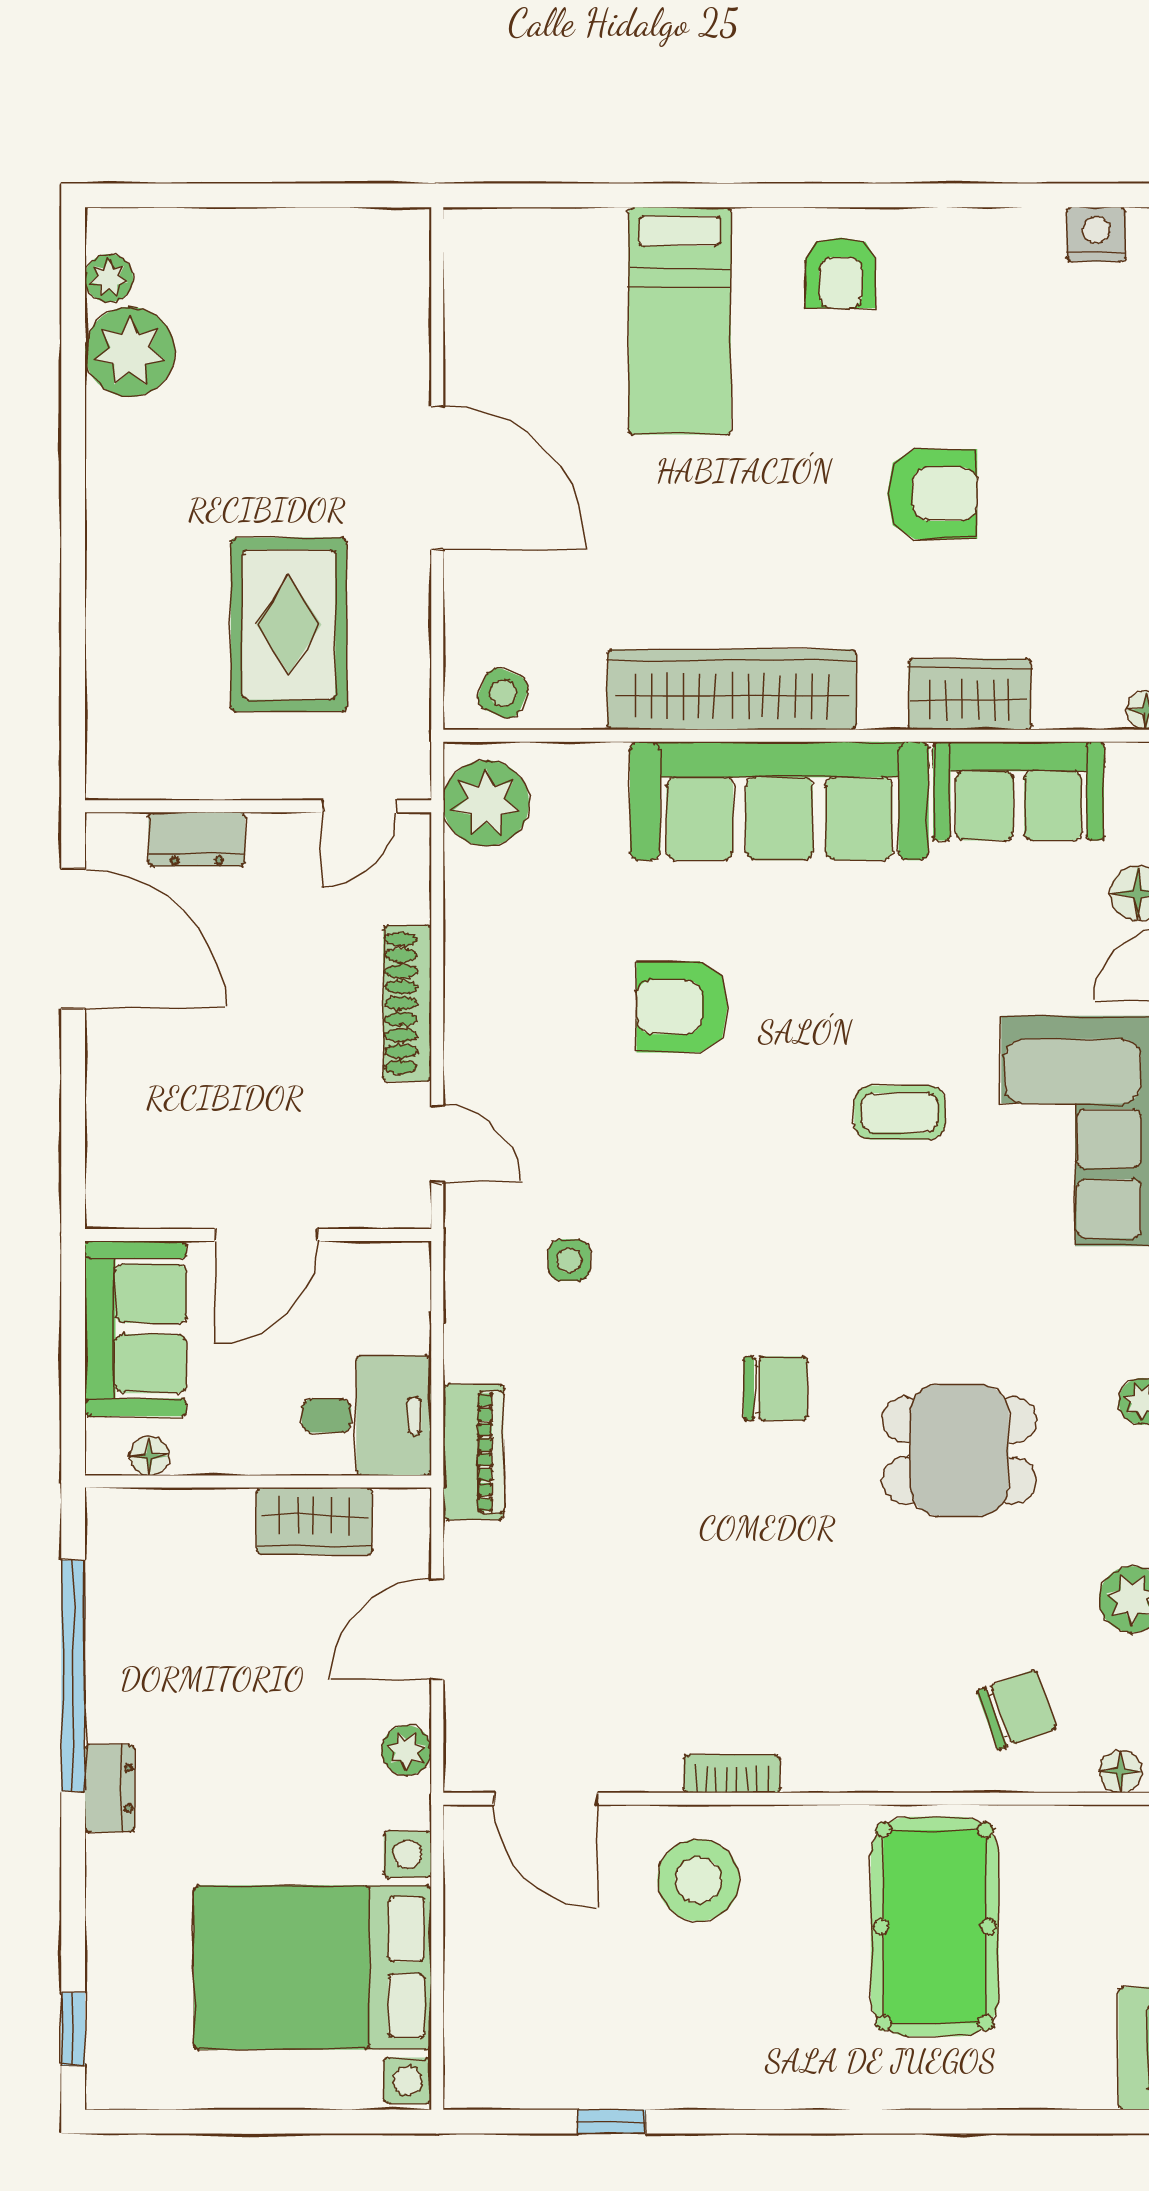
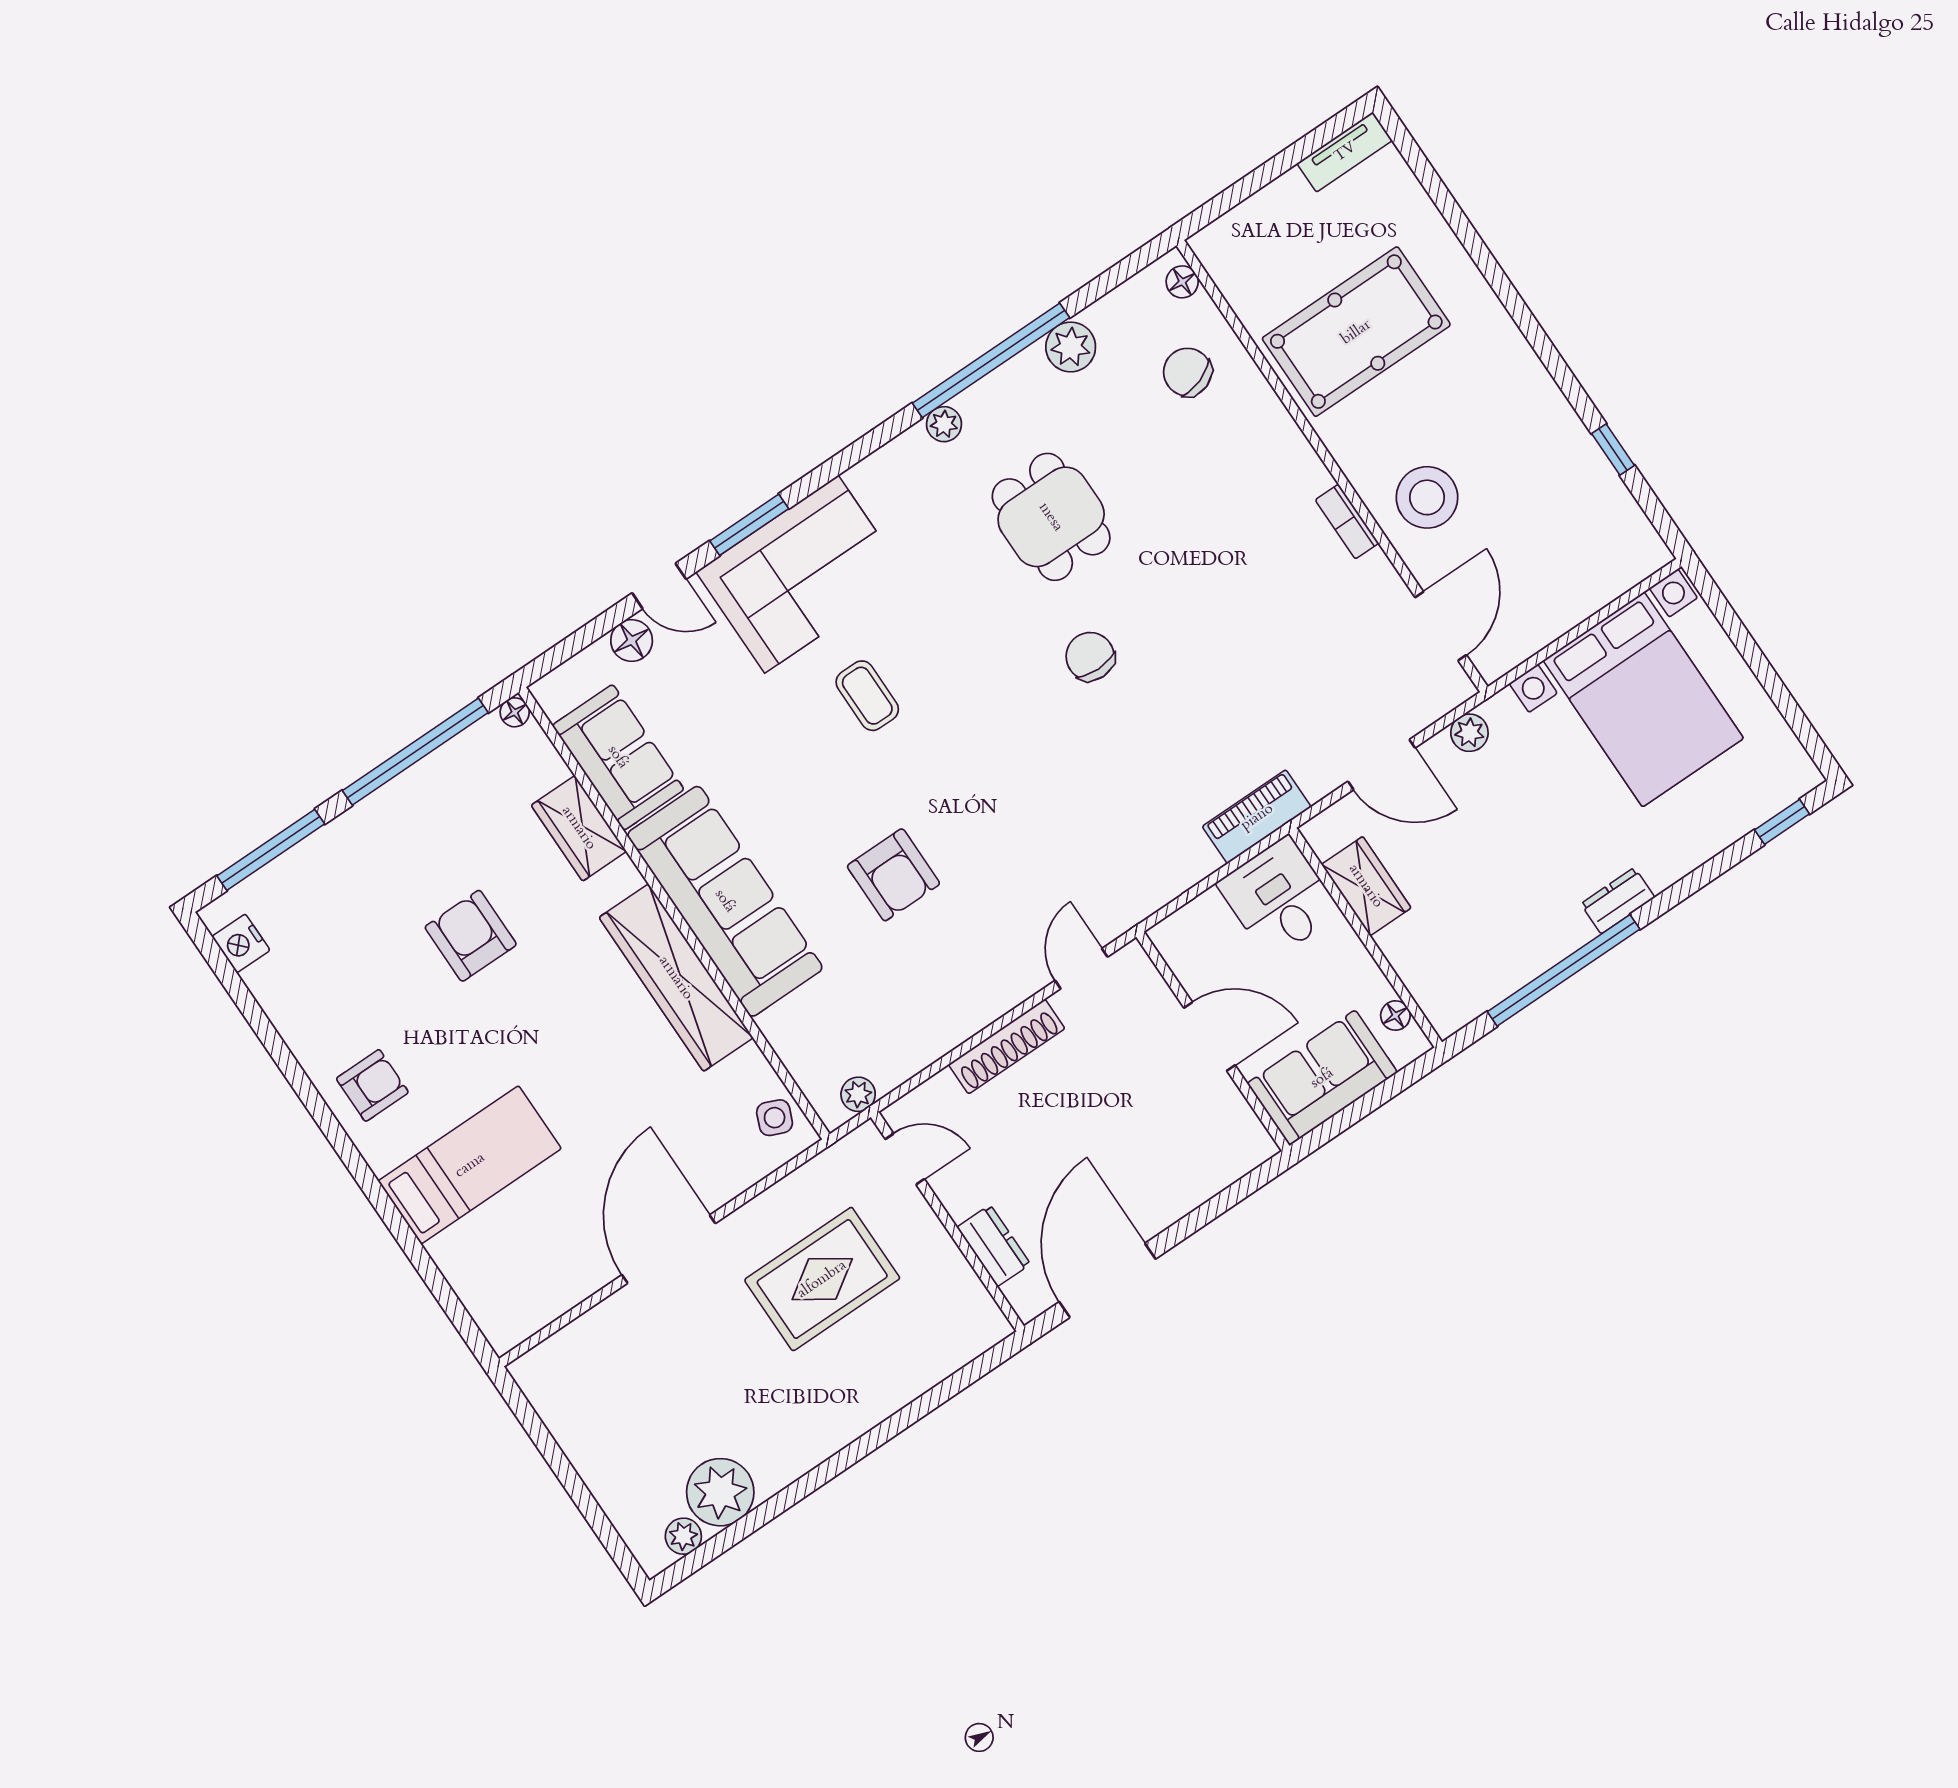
plant: (486, 803) -> (858, 1094), width x0.53, depth x0.53
side table: (569, 1260) -> (1098, 838), removed

